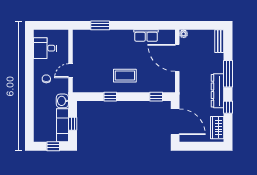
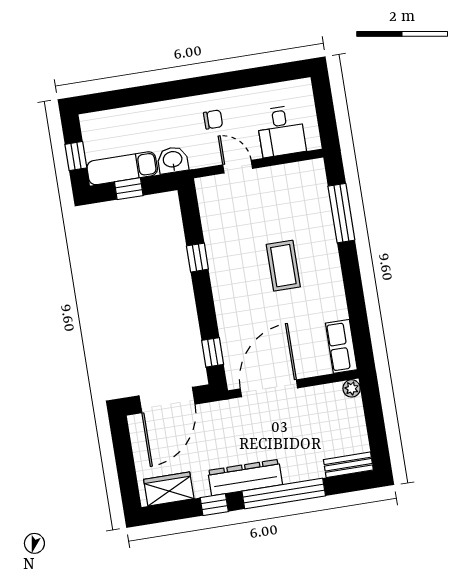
window: (100, 25) -> (341, 213), width x1.44
row of seats: (146, 35) -> (341, 346), moved
desk: (45, 48) -> (281, 131), moved, turned 180
door: (177, 58) -> (269, 388), moved
window: (228, 74) -> (284, 494), width x1.46
coffee table: (125, 76) -> (283, 266), moved

